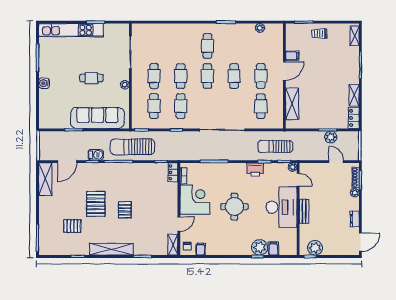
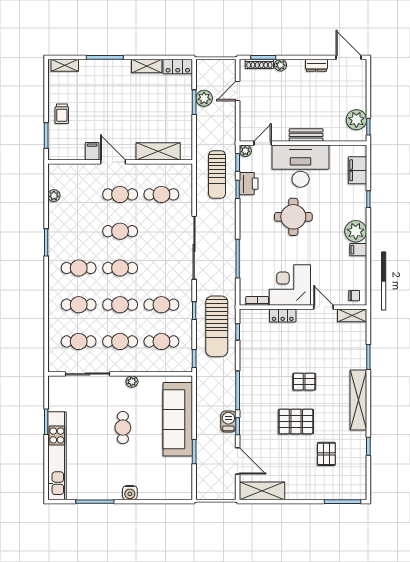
cafe table: (154, 46) -> (79, 341), added
cafe table: (181, 46) -> (79, 305), added
sun lounger: (132, 147) -> (217, 326), moved
printer: (255, 170) -> (249, 184), moved
locker: (173, 172) -> (283, 316), moved
round table: (234, 207) -> (293, 217), moved
plant: (260, 247) -> (356, 231), moved
filing cabinet: (201, 249) -> (358, 250), moved
filing cabinet: (273, 249) -> (357, 170), width x2.00

